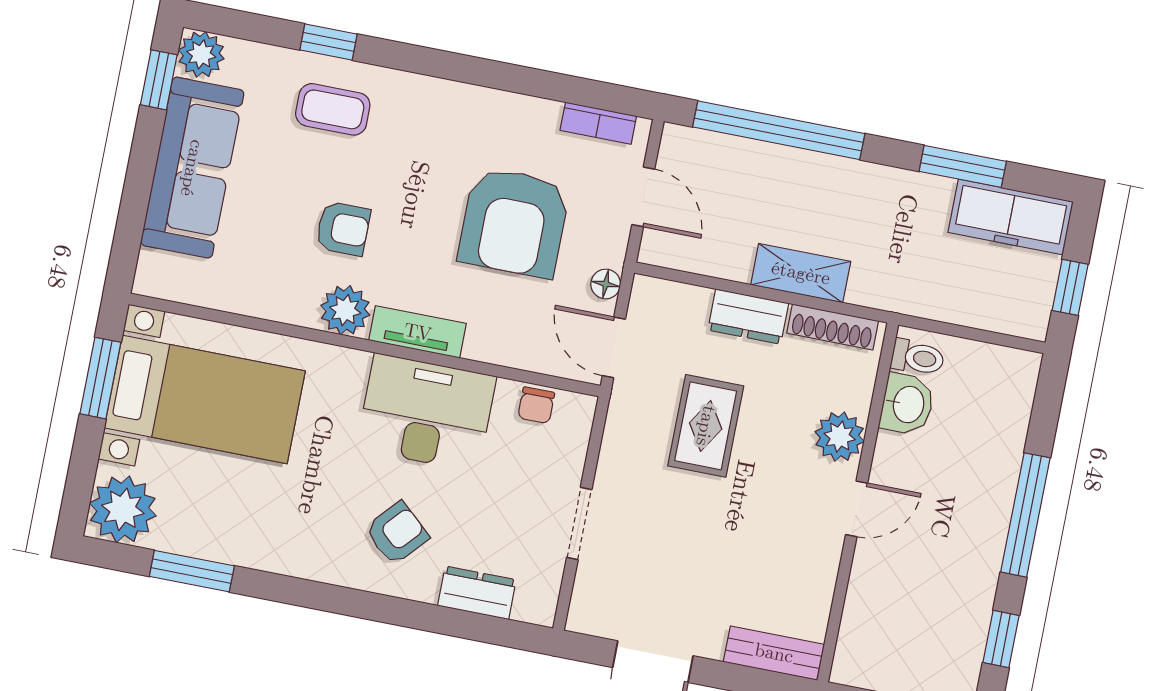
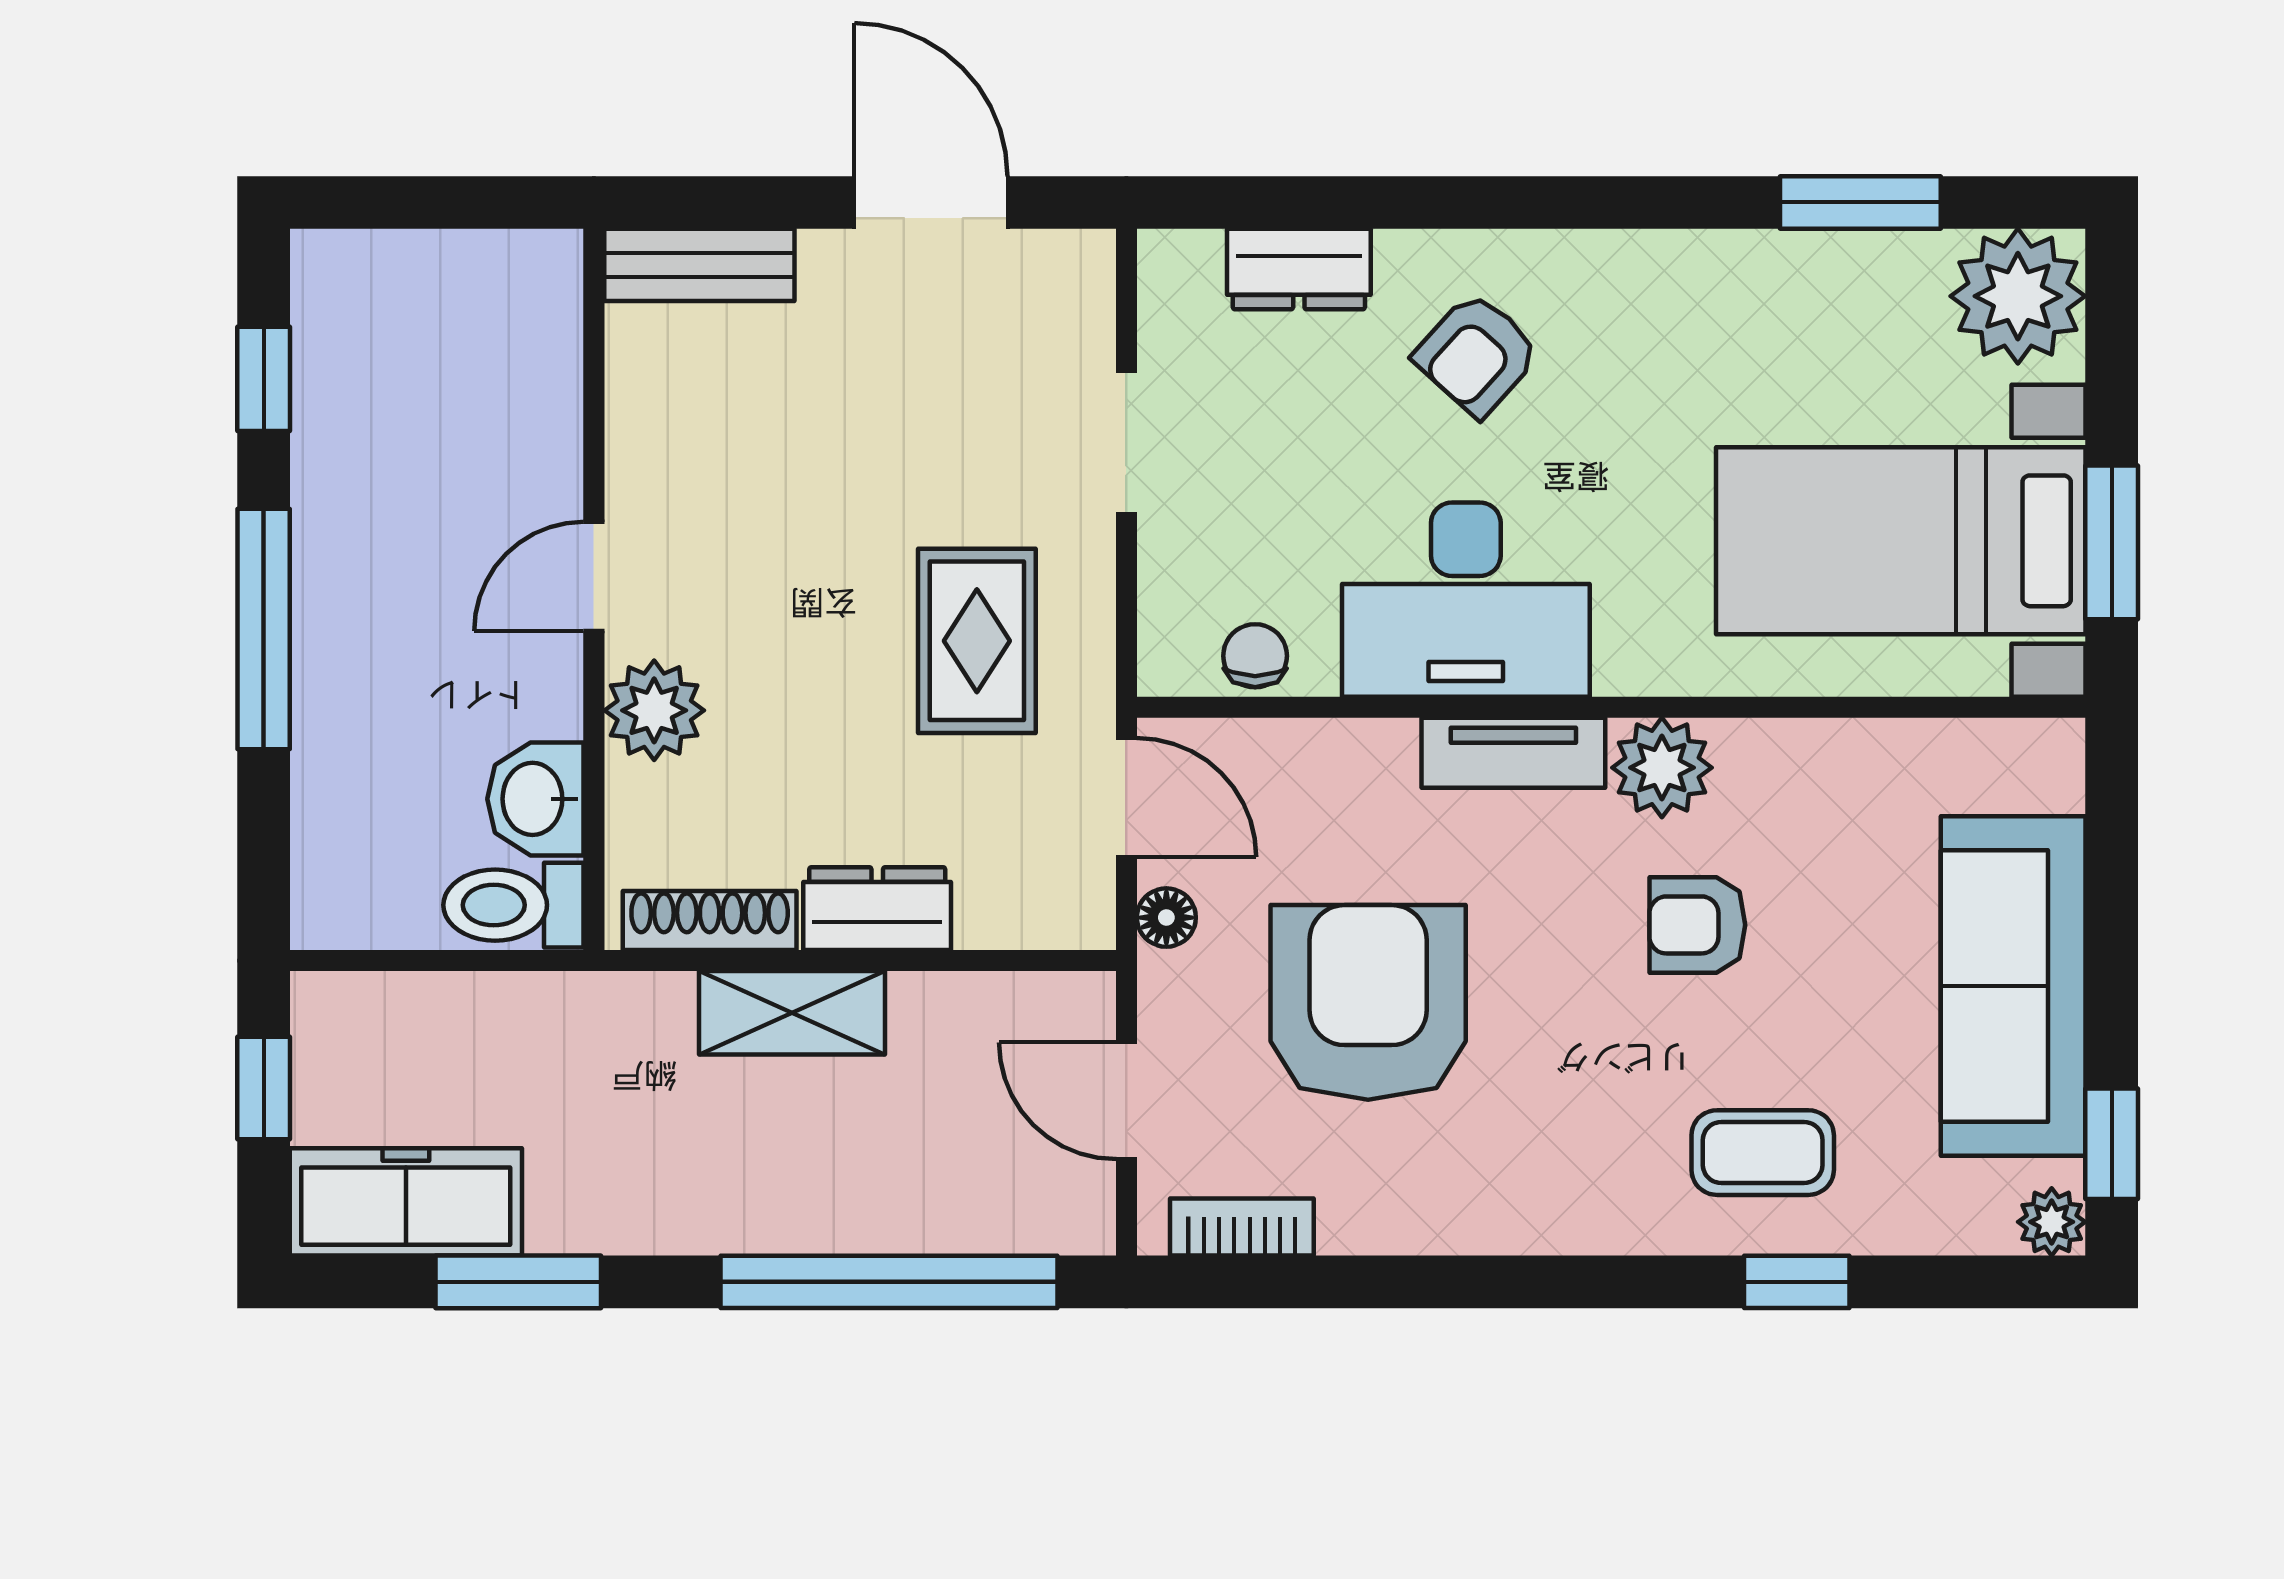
plant: (201, 54) -> (2052, 1222), width x0.73, depth x0.73
toilet: (918, 358) -> (513, 905), width x1.37, depth x1.39
rug: (706, 426) -> (977, 641), moved

